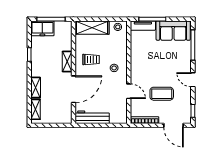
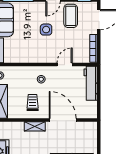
side table: (164, 73) -> (46, 30), added
coffee table: (162, 94) -> (71, 16), moved
workbench: (92, 117) -> (91, 83), moved

